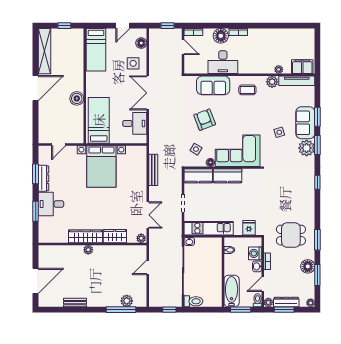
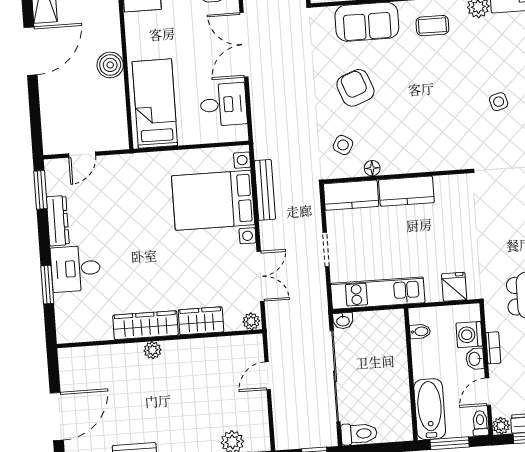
corner sofa: (238, 151) -> (422, 142), removed
bed with nightstands: (101, 166) -> (213, 200), moved, turned 90
window: (36, 174) -> (40, 190), moved

